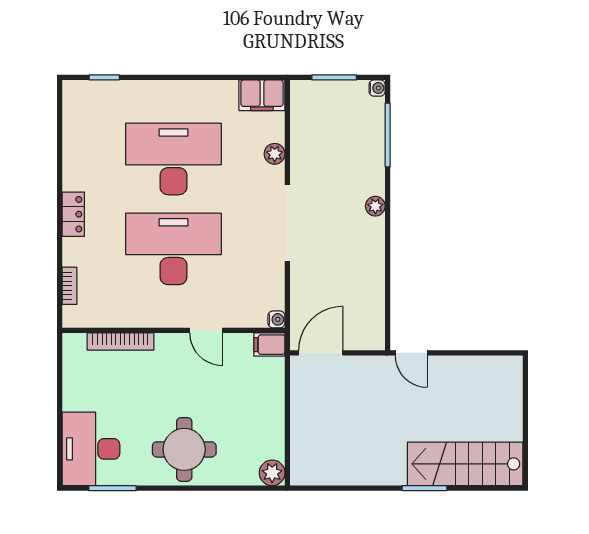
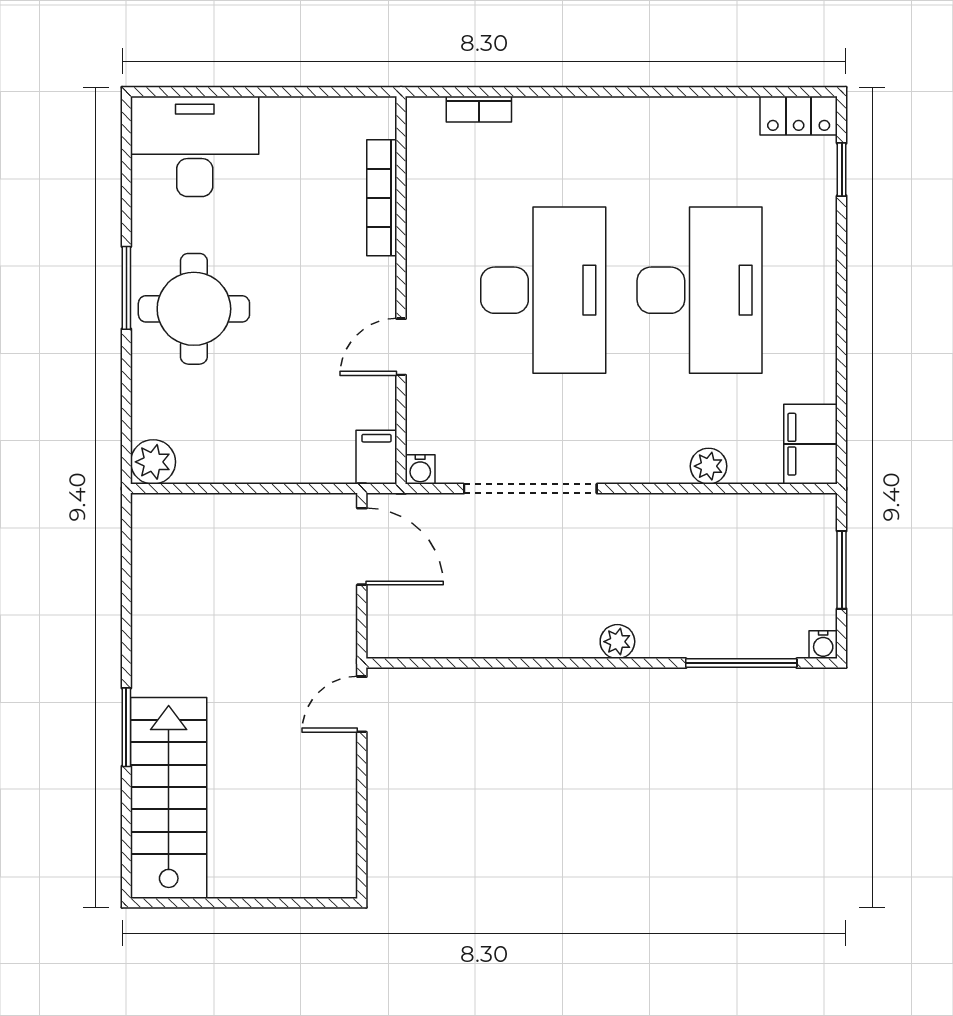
locker: (73, 214) -> (799, 116), moved
doorway: (287, 223) -> (530, 489), moved
window: (112, 488) -> (126, 288), moved

